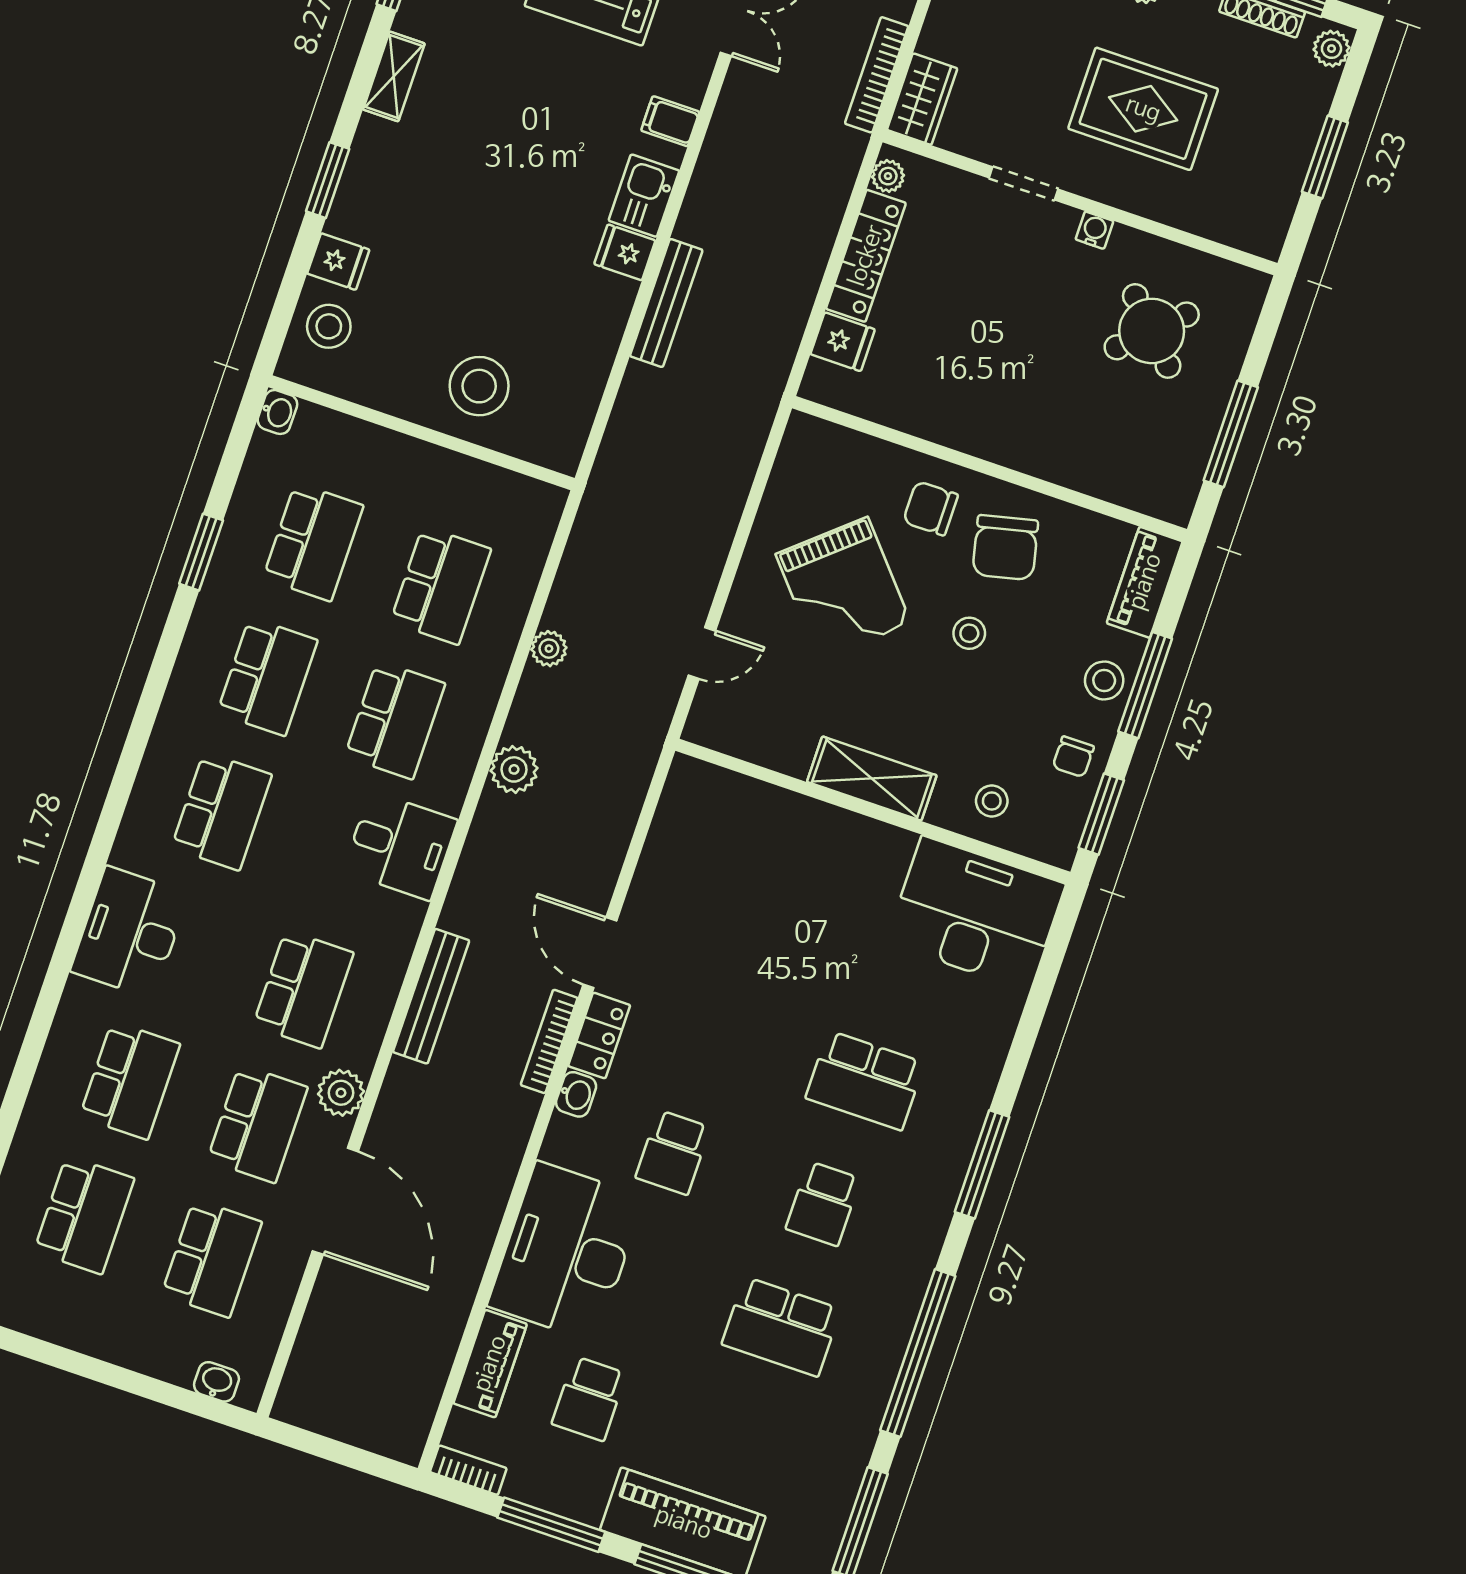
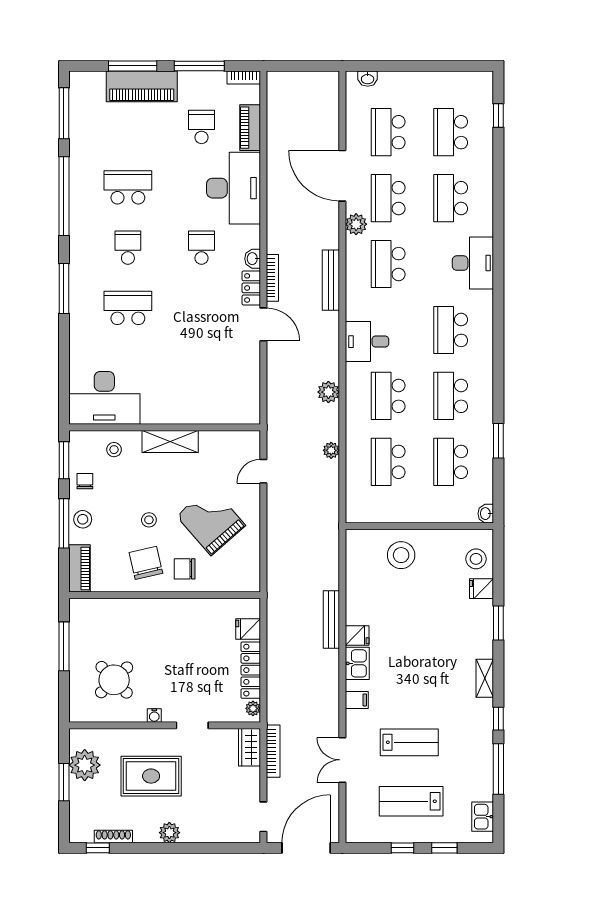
plant: (1331, 49) -> (85, 765), moved, width x1.88, depth x1.88
chair: (930, 508) -> (185, 569), turned 180

